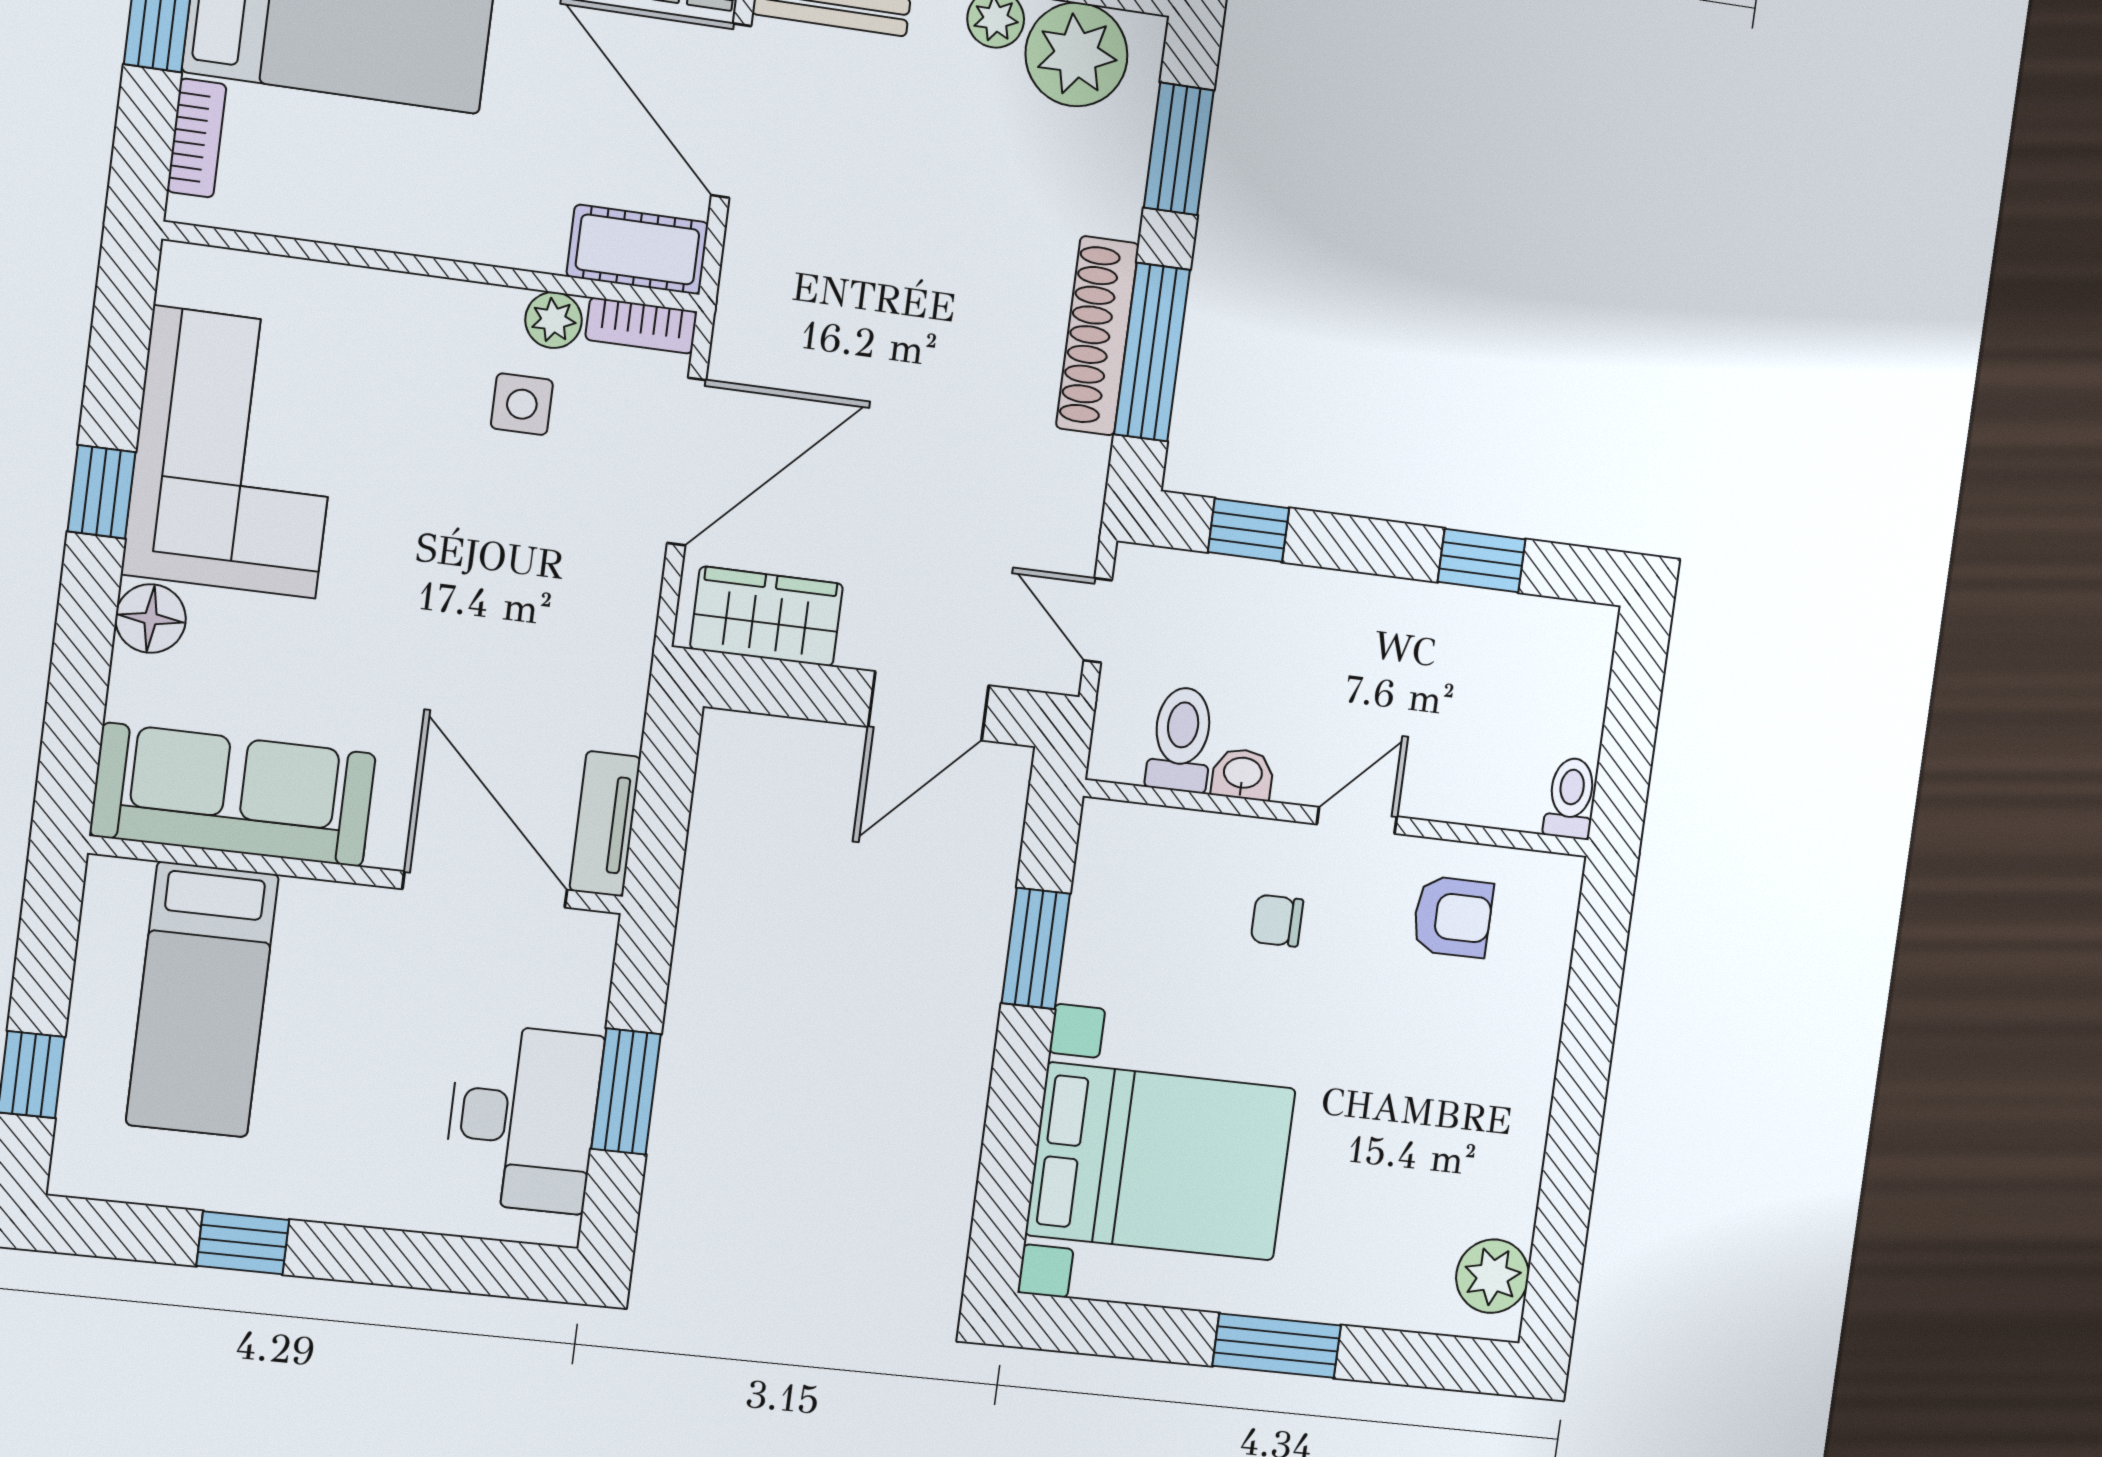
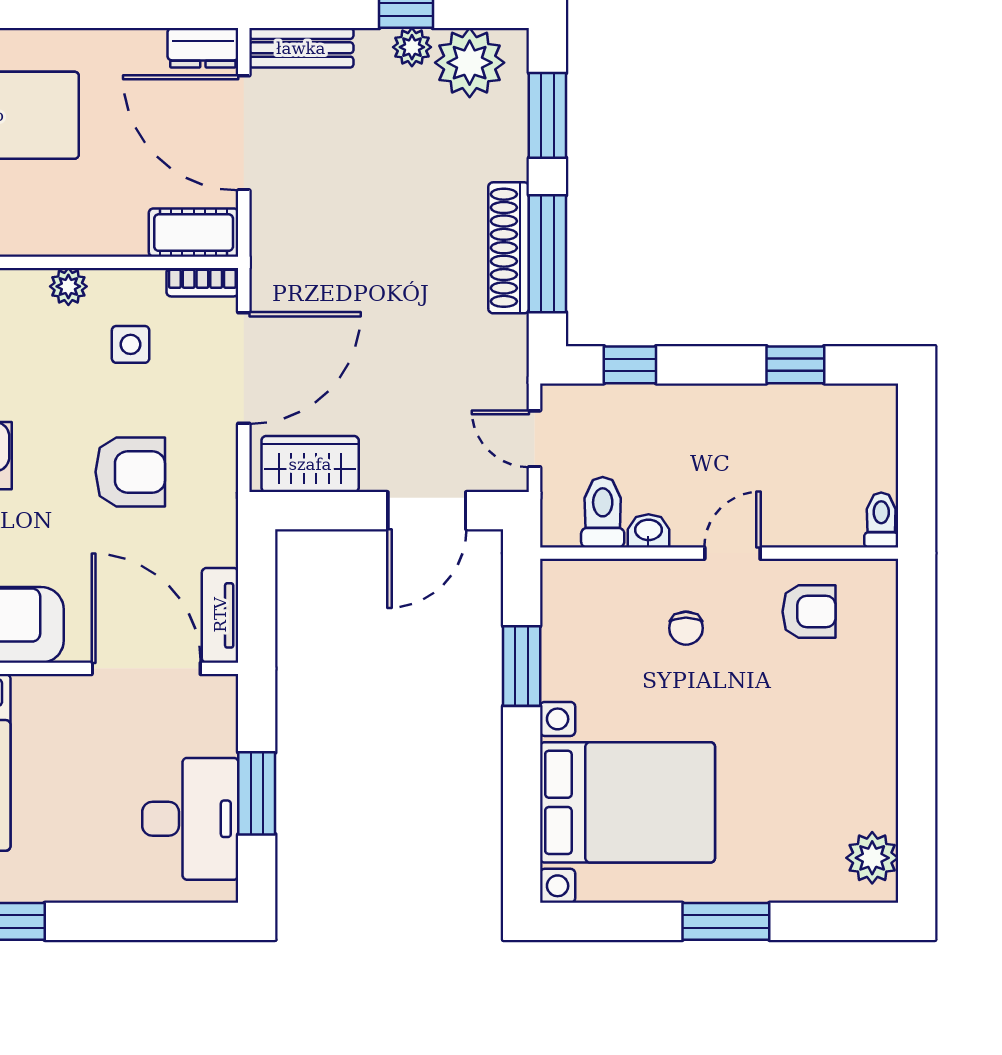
plant: (553, 320) -> (68, 286), moved
armchair: (498, 595) -> (130, 472), added
chair: (1277, 921) -> (686, 628), turned -90

